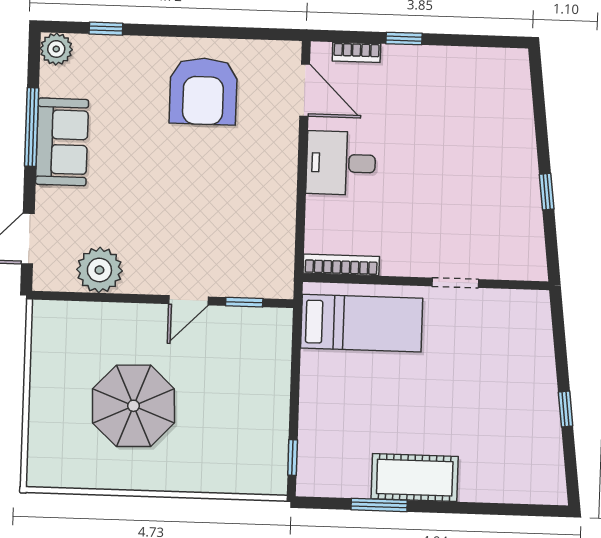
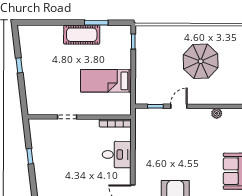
desk: (341, 163) -> (117, 155), moved
plant: (99, 270) -> (217, 113), width x0.53, depth x0.53
bed: (362, 323) -> (106, 81), moved

